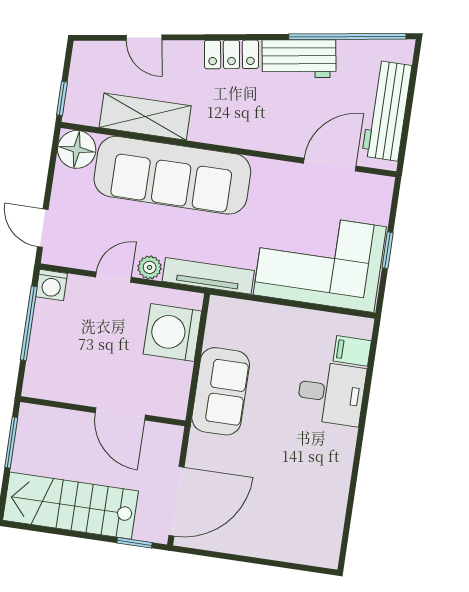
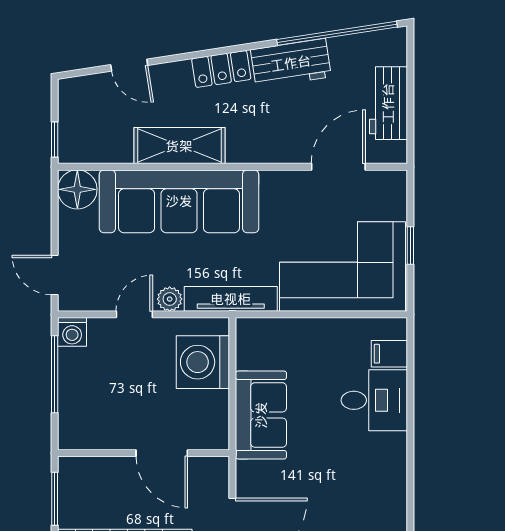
workbench: (387, 111) -> (388, 103), width x0.73
shelving: (145, 117) -> (179, 146), moved

